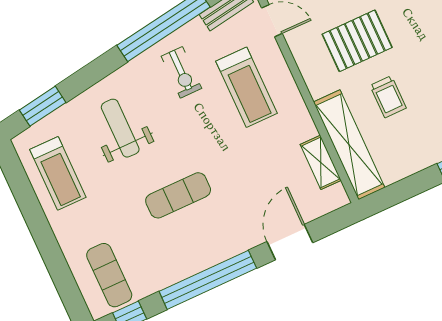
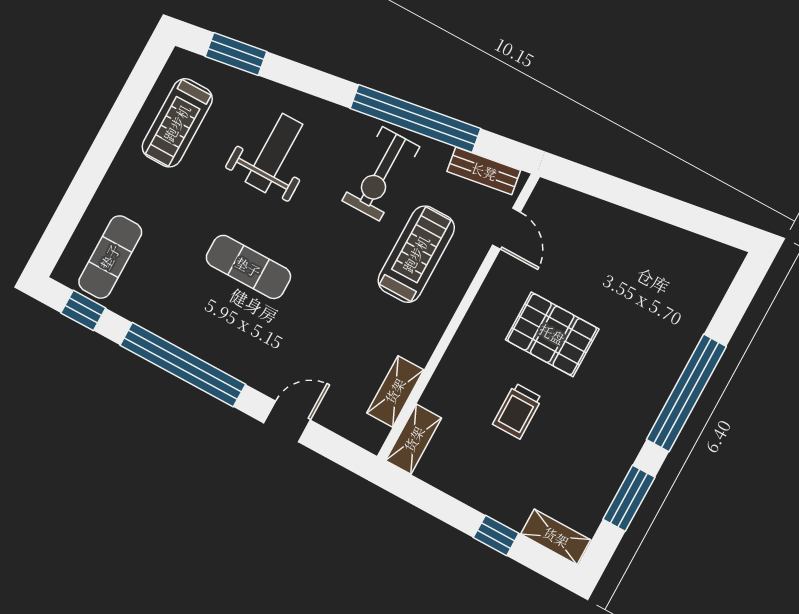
exercise bike: (181, 72) -> (381, 174), width x1.38, depth x1.39
treadmill: (247, 87) -> (416, 254), turned 180
shelving: (349, 145) -> (414, 439), width x0.45, depth x0.75
door: (290, 242) -> (287, 422), width x0.73

